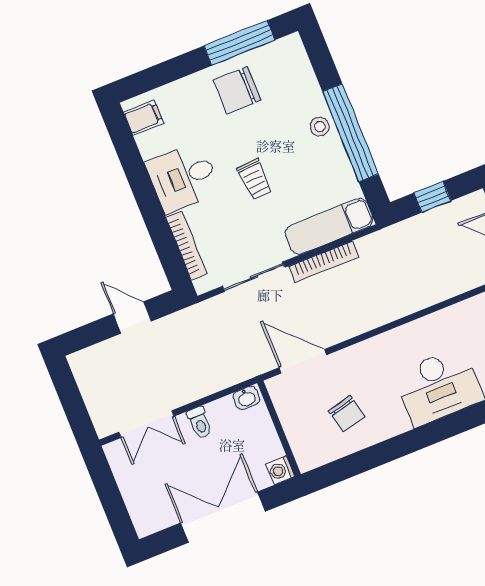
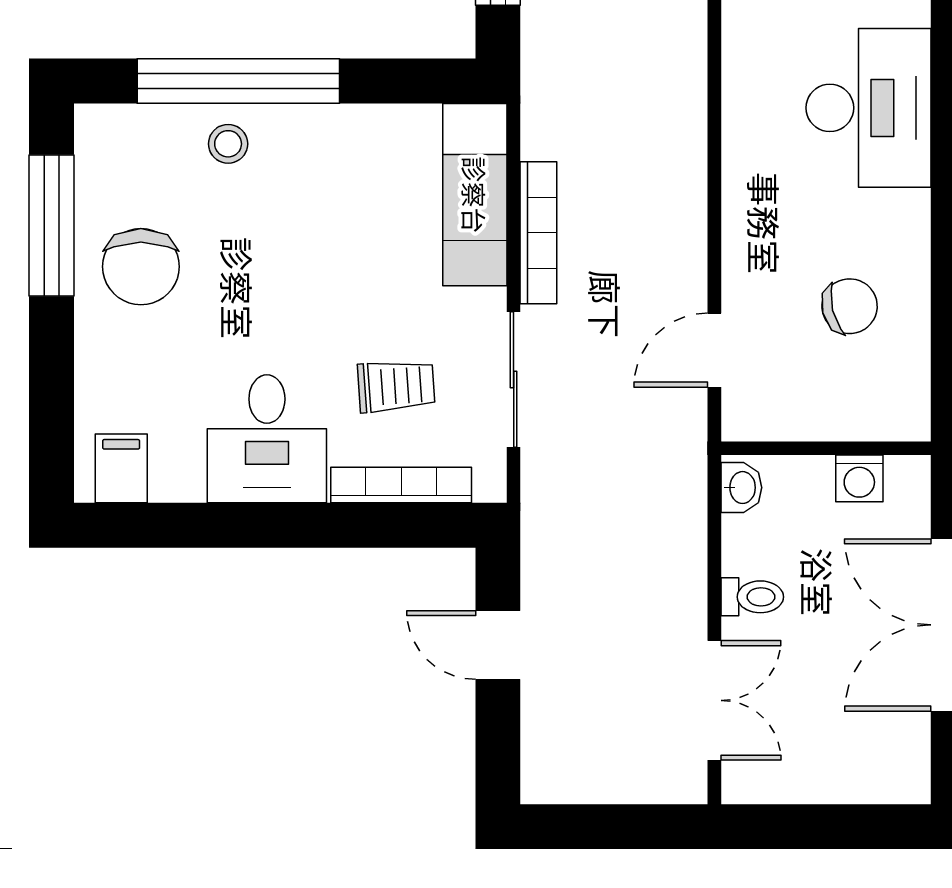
stool: (320, 127) -> (228, 144), moved
window: (351, 133) -> (238, 81), moved
trolley: (255, 180) -> (396, 386), moved
door: (132, 317) -> (498, 645), hinge flipped
door: (303, 361) -> (714, 350), width x0.73
washing machine: (280, 470) -> (859, 478), moved

